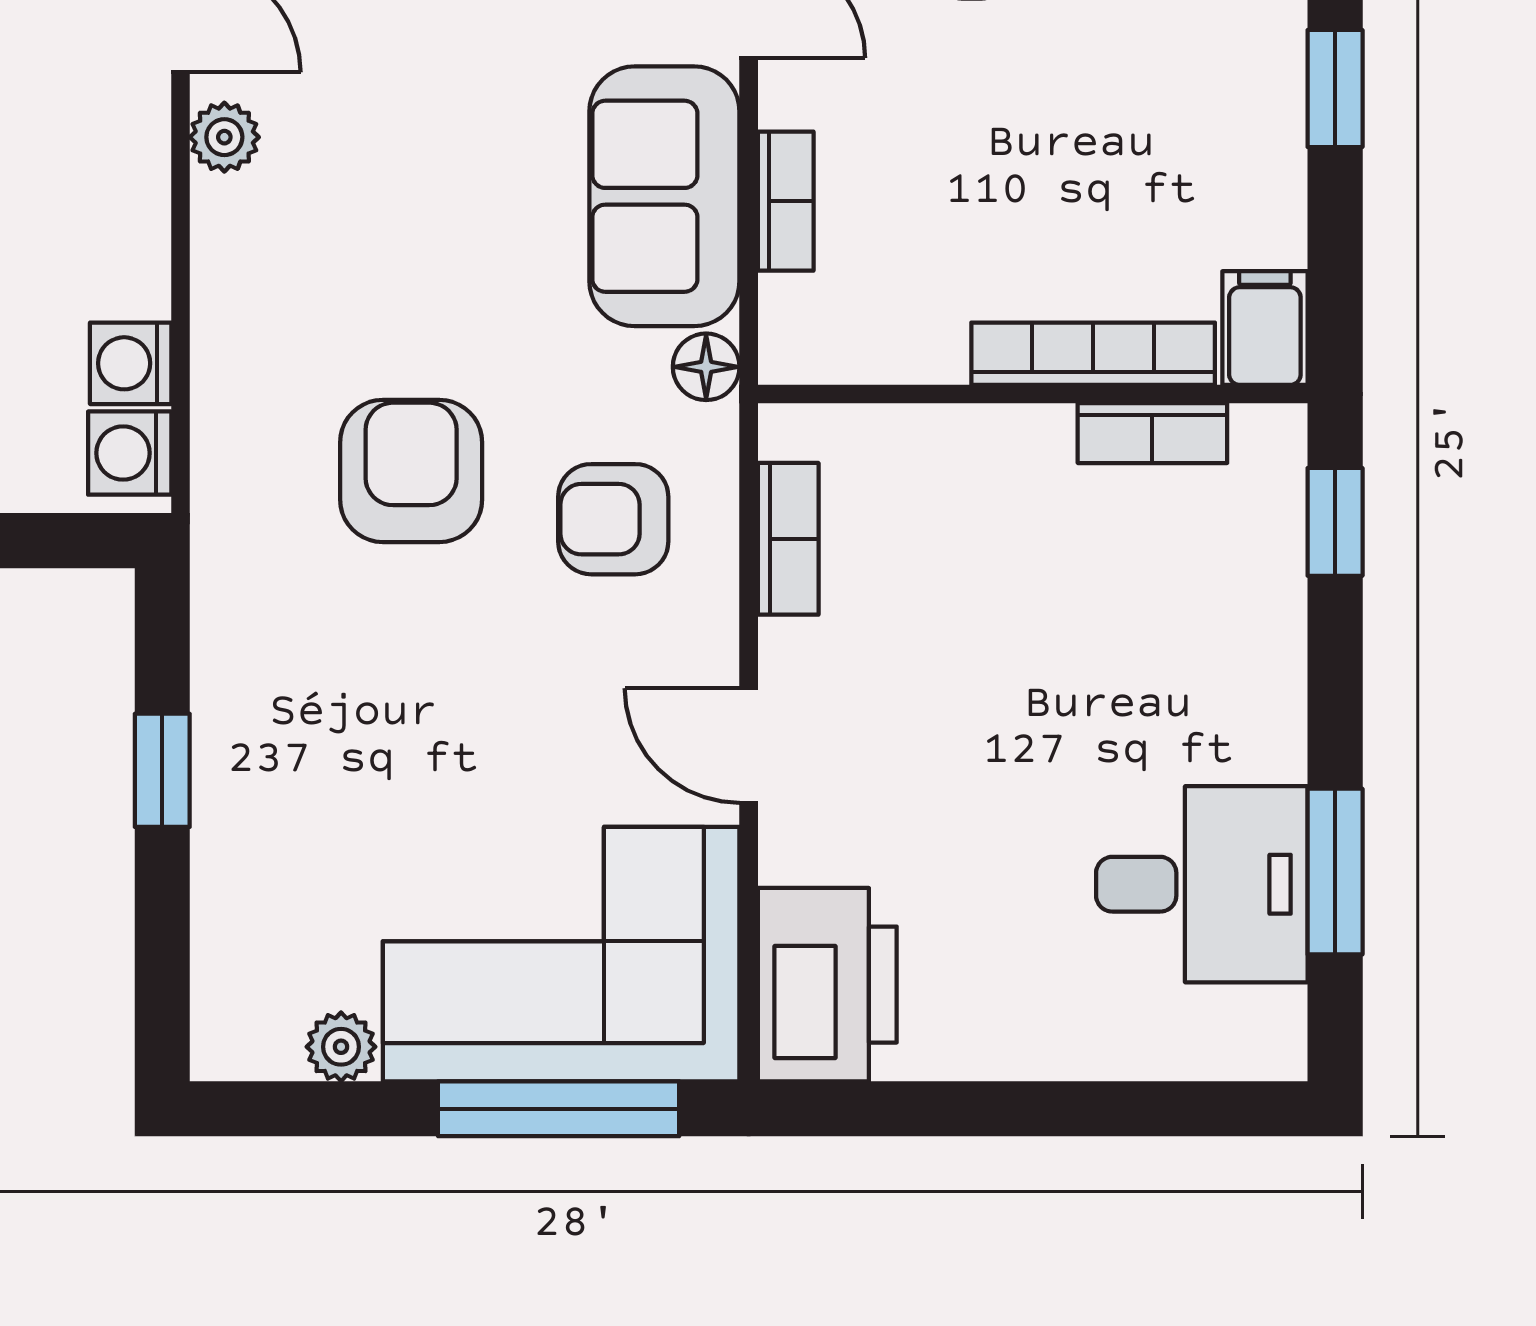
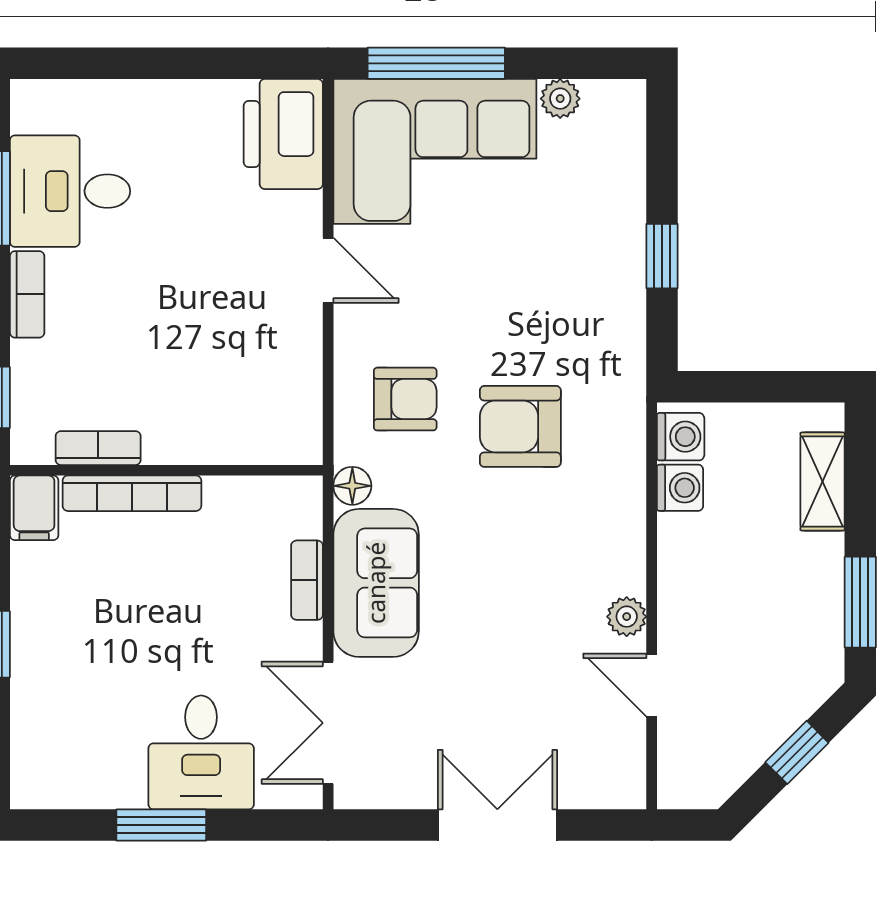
armchair: (411, 471) -> (520, 426), turned 90
bookcase: (788, 539) -> (27, 294), moved, turned 180

